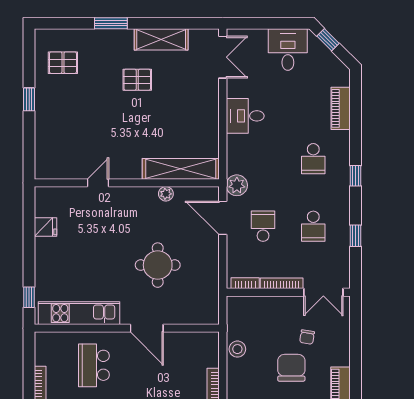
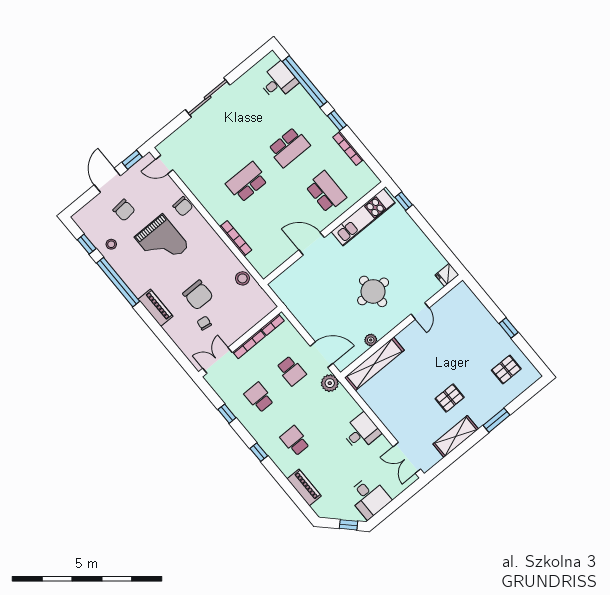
fridge: (45, 227) -> (447, 275), moved
round table: (158, 265) -> (373, 291), moved

